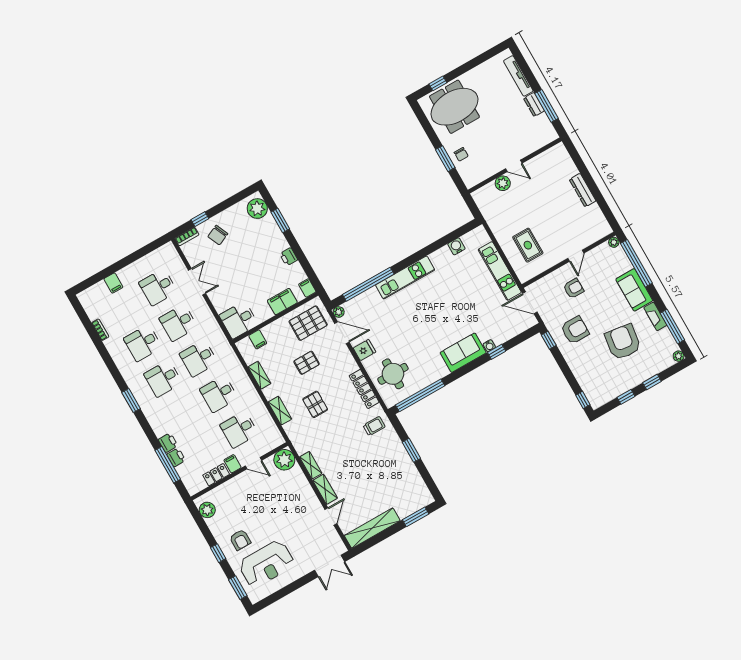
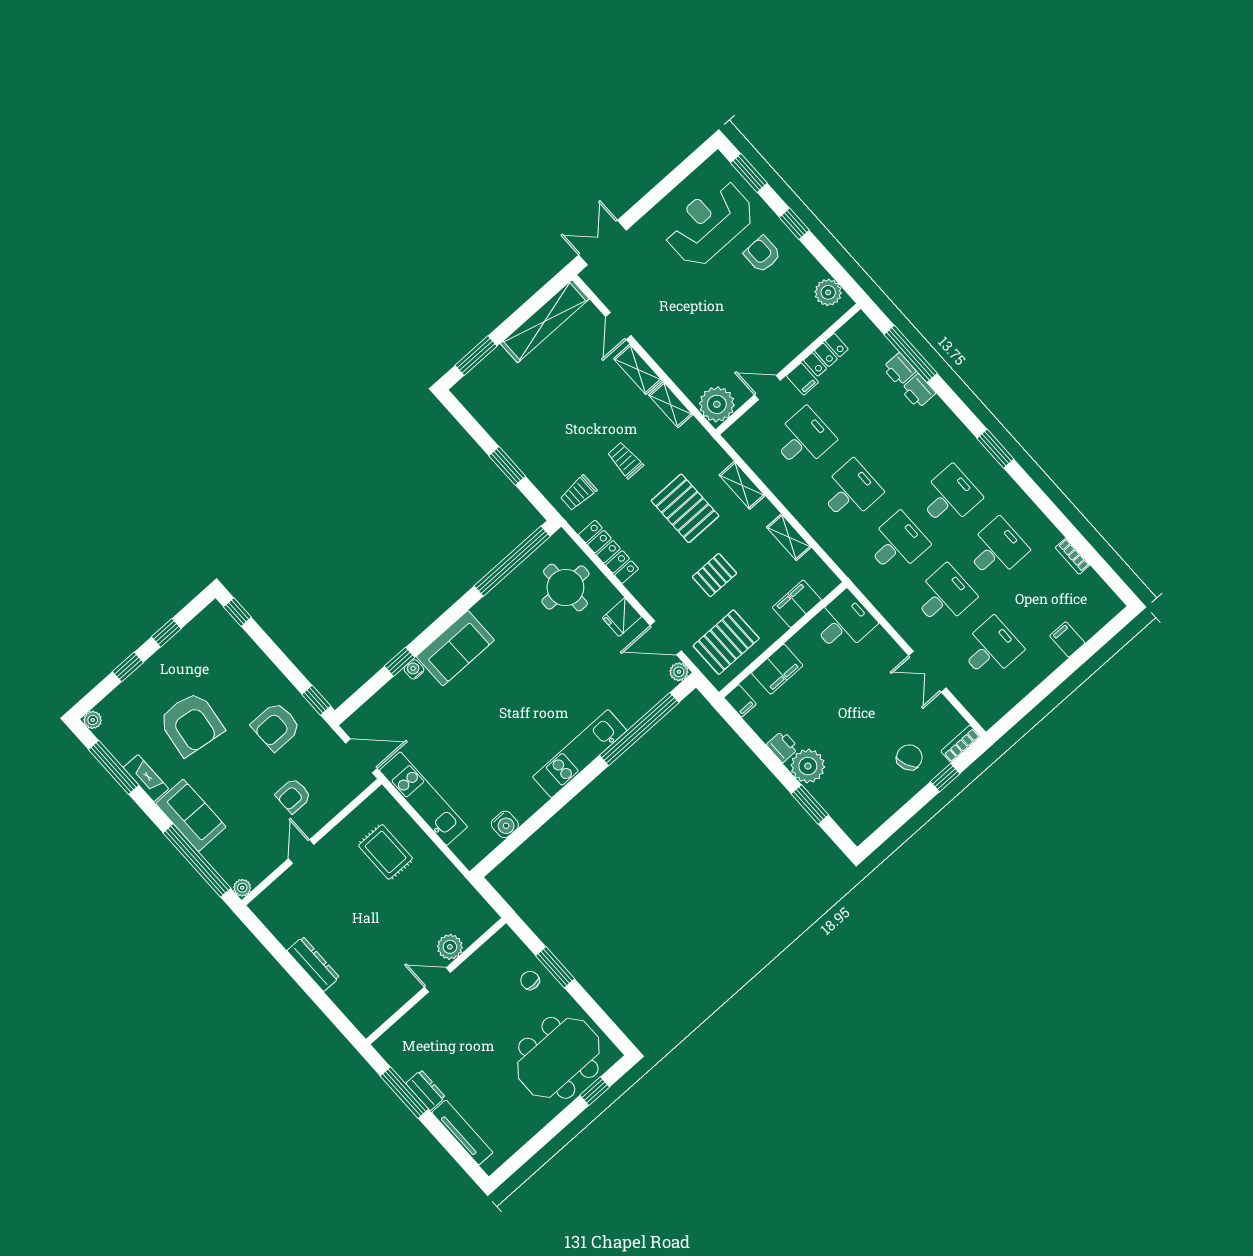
plant: (257, 209) -> (808, 766), moved
filing cabinet: (258, 339) -> (797, 604), width x2.00
pallet: (315, 404) -> (685, 508), width x1.50, depth x1.42
trolley: (343, 439) -> (625, 460), added

